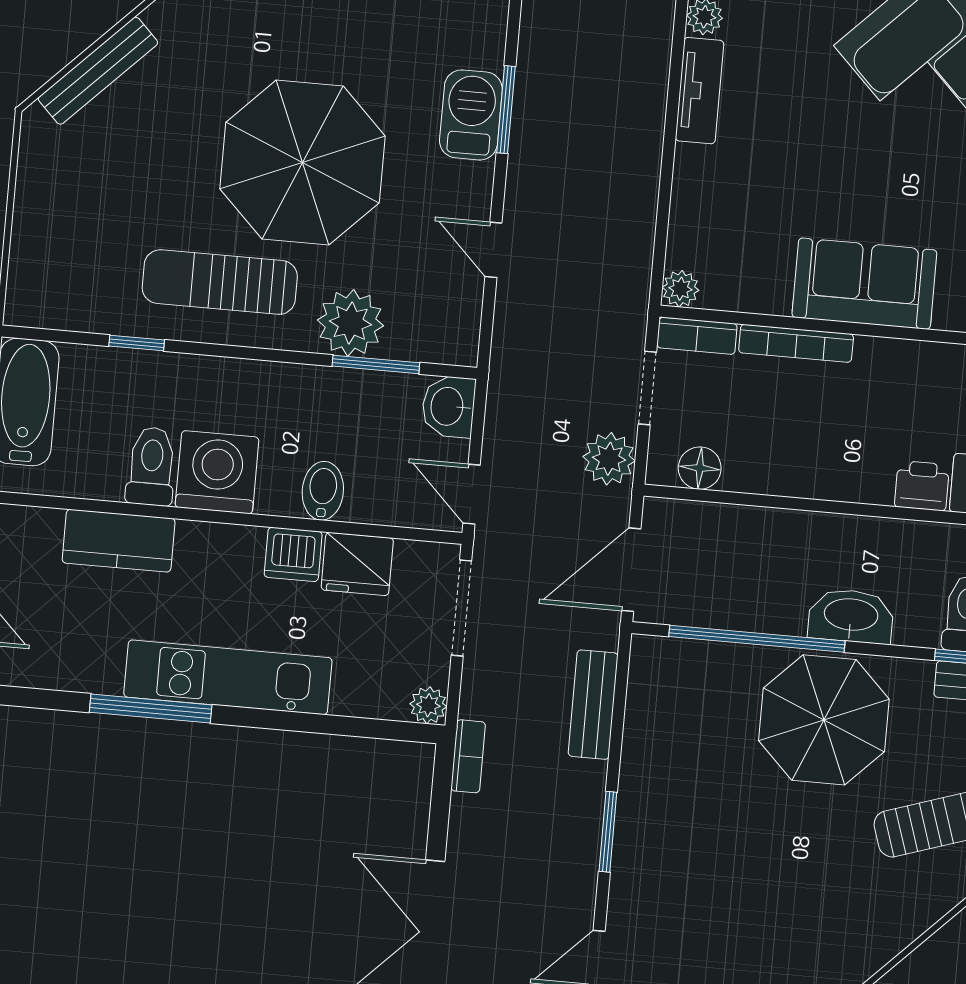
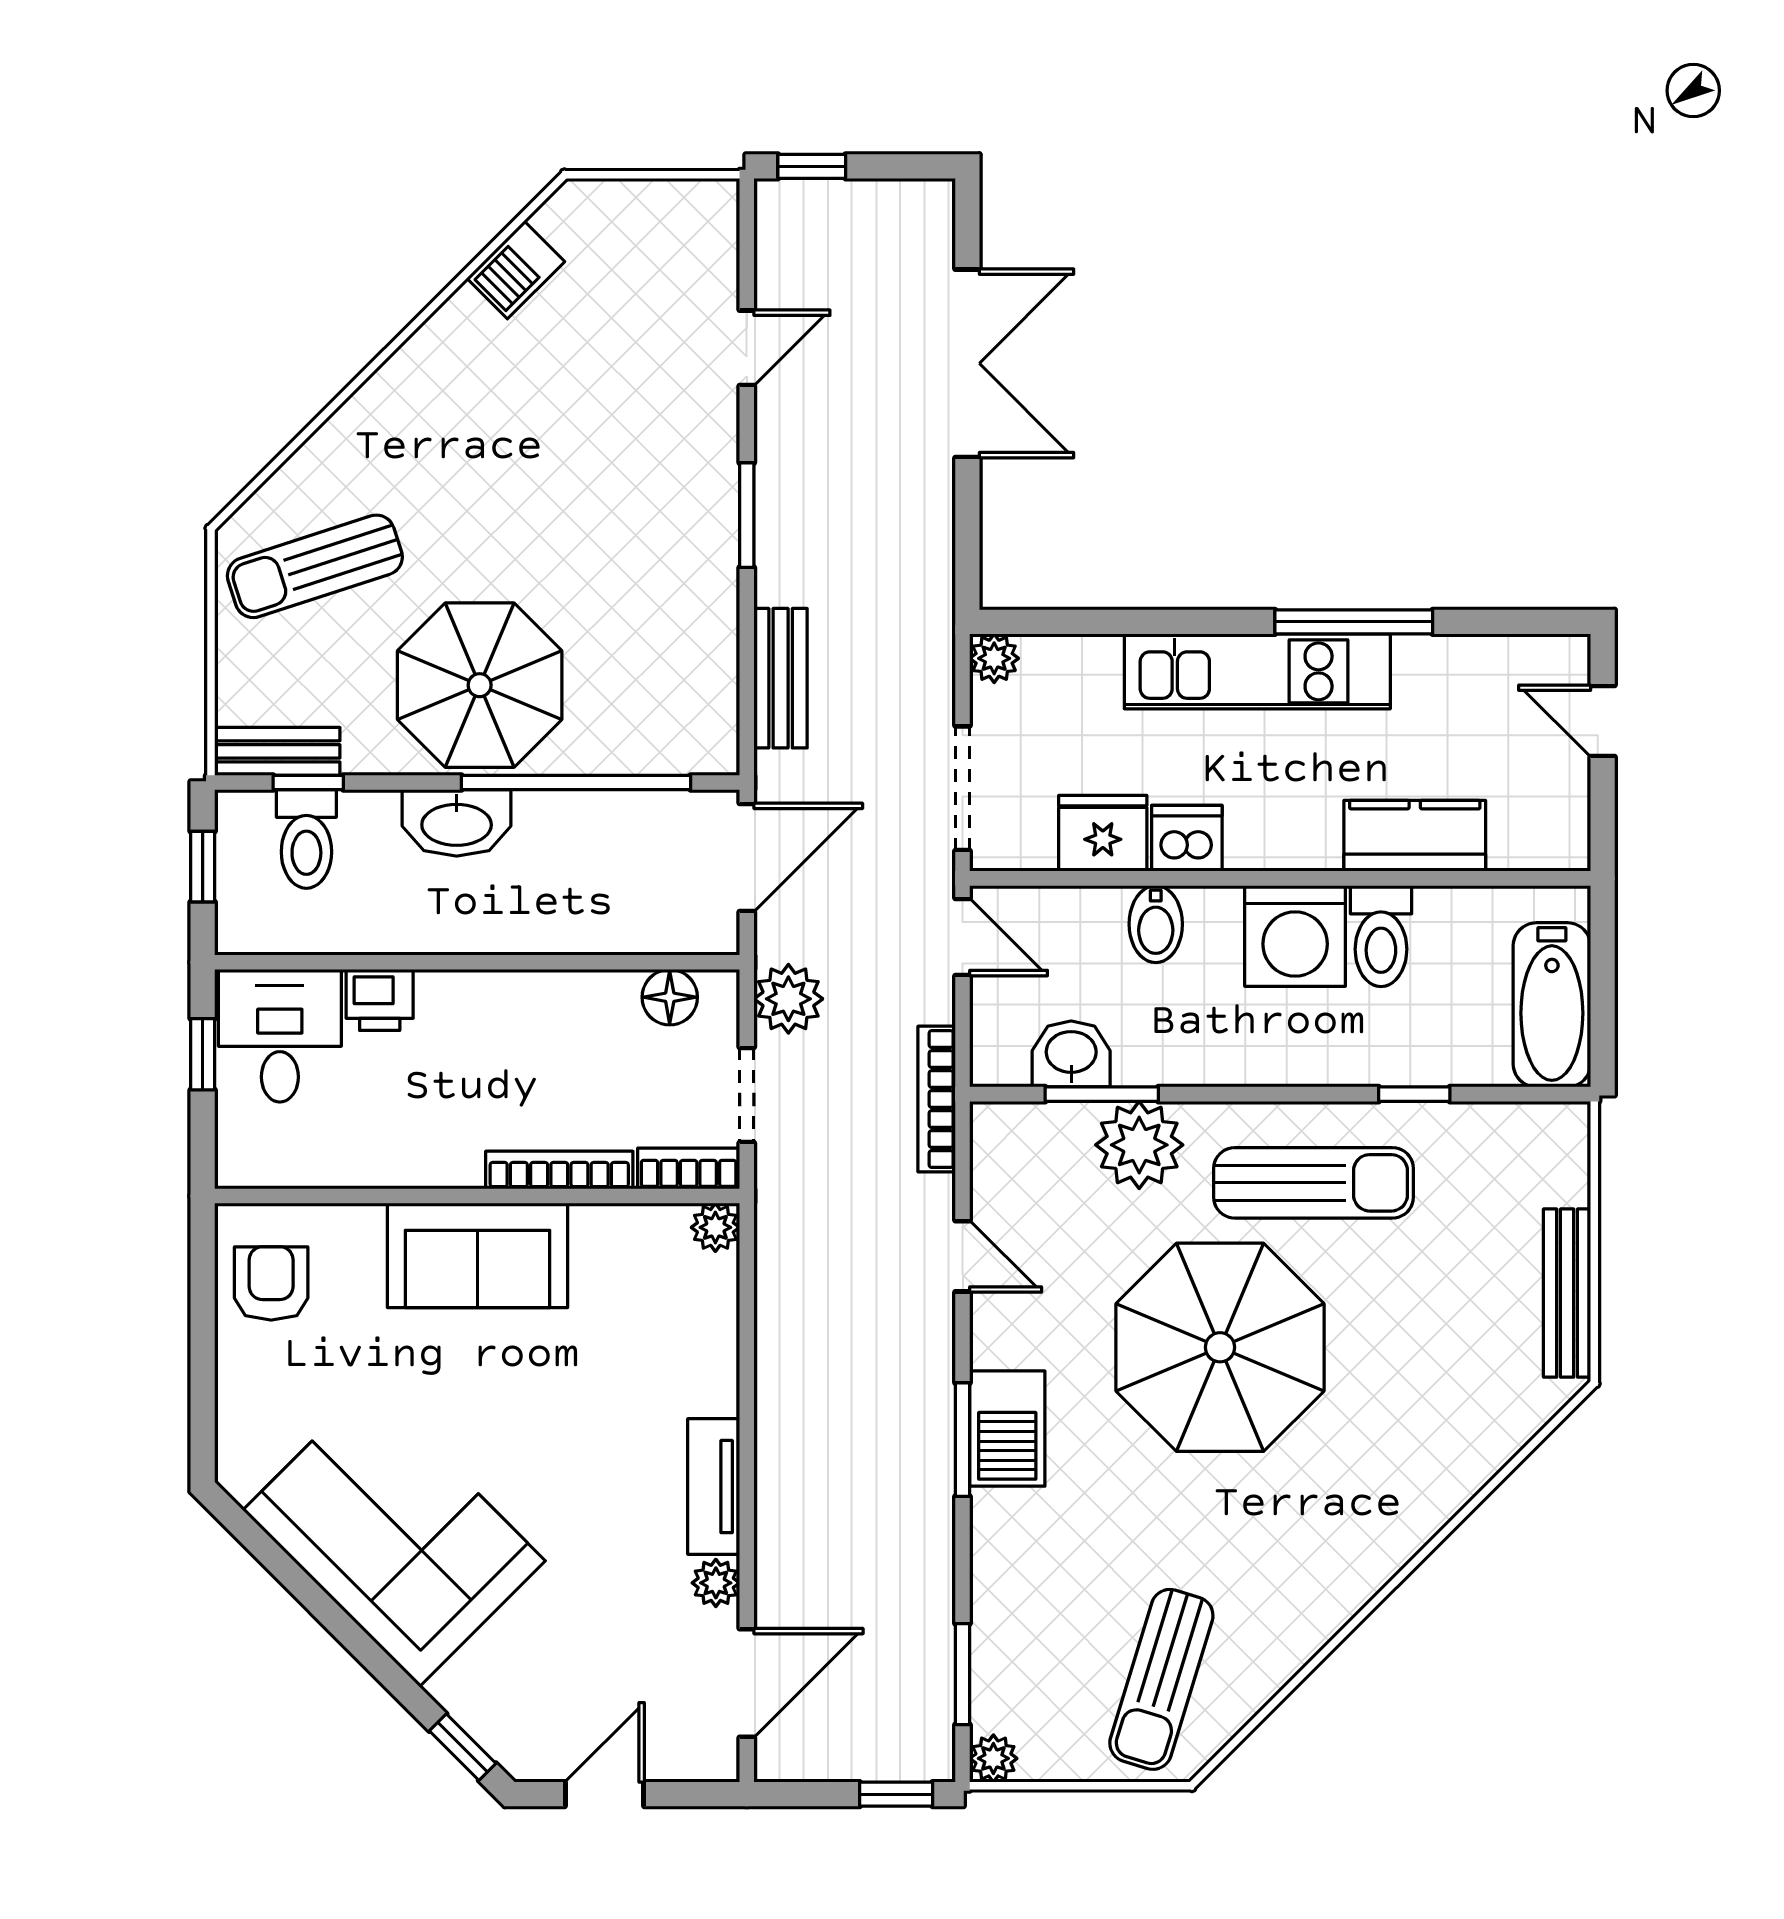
bench: (98, 71) -> (1567, 1293), moved, turned -45
washbasin: (448, 406) -> (1071, 1054), moved, turned -90
bookcase: (468, 756) -> (937, 1099), moved, width x1.56

